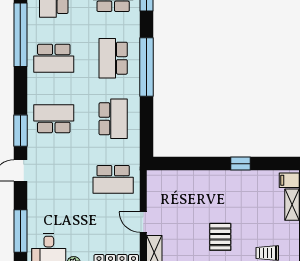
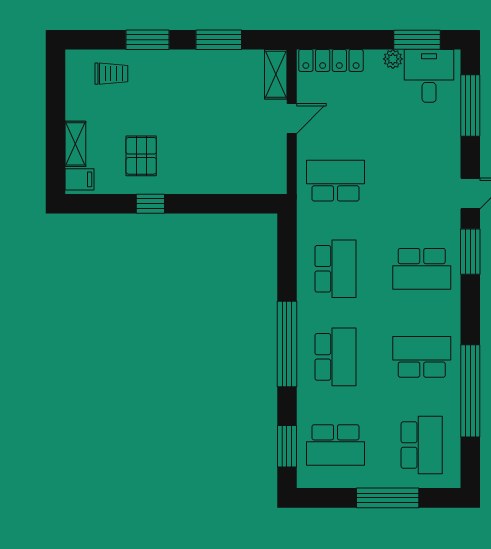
school desk: (113, 119) -> (335, 269), turned 180
door: (143, 222) -> (292, 119), hinge flipped
pallet: (220, 237) -> (141, 156), moved

